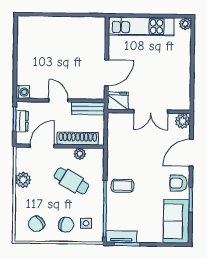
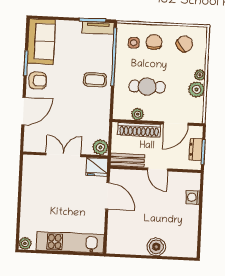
boiler: (57, 25) -> (156, 247), added
door: (106, 73) -> (107, 196), swing flipped
washing machine: (23, 92) -> (193, 197), moved
plant: (183, 121) -> (100, 147), moved
cafe table: (71, 181) -> (147, 87), turned -30
plant: (20, 194) -> (200, 75), added
chair: (66, 225) -> (154, 42), turned 80

